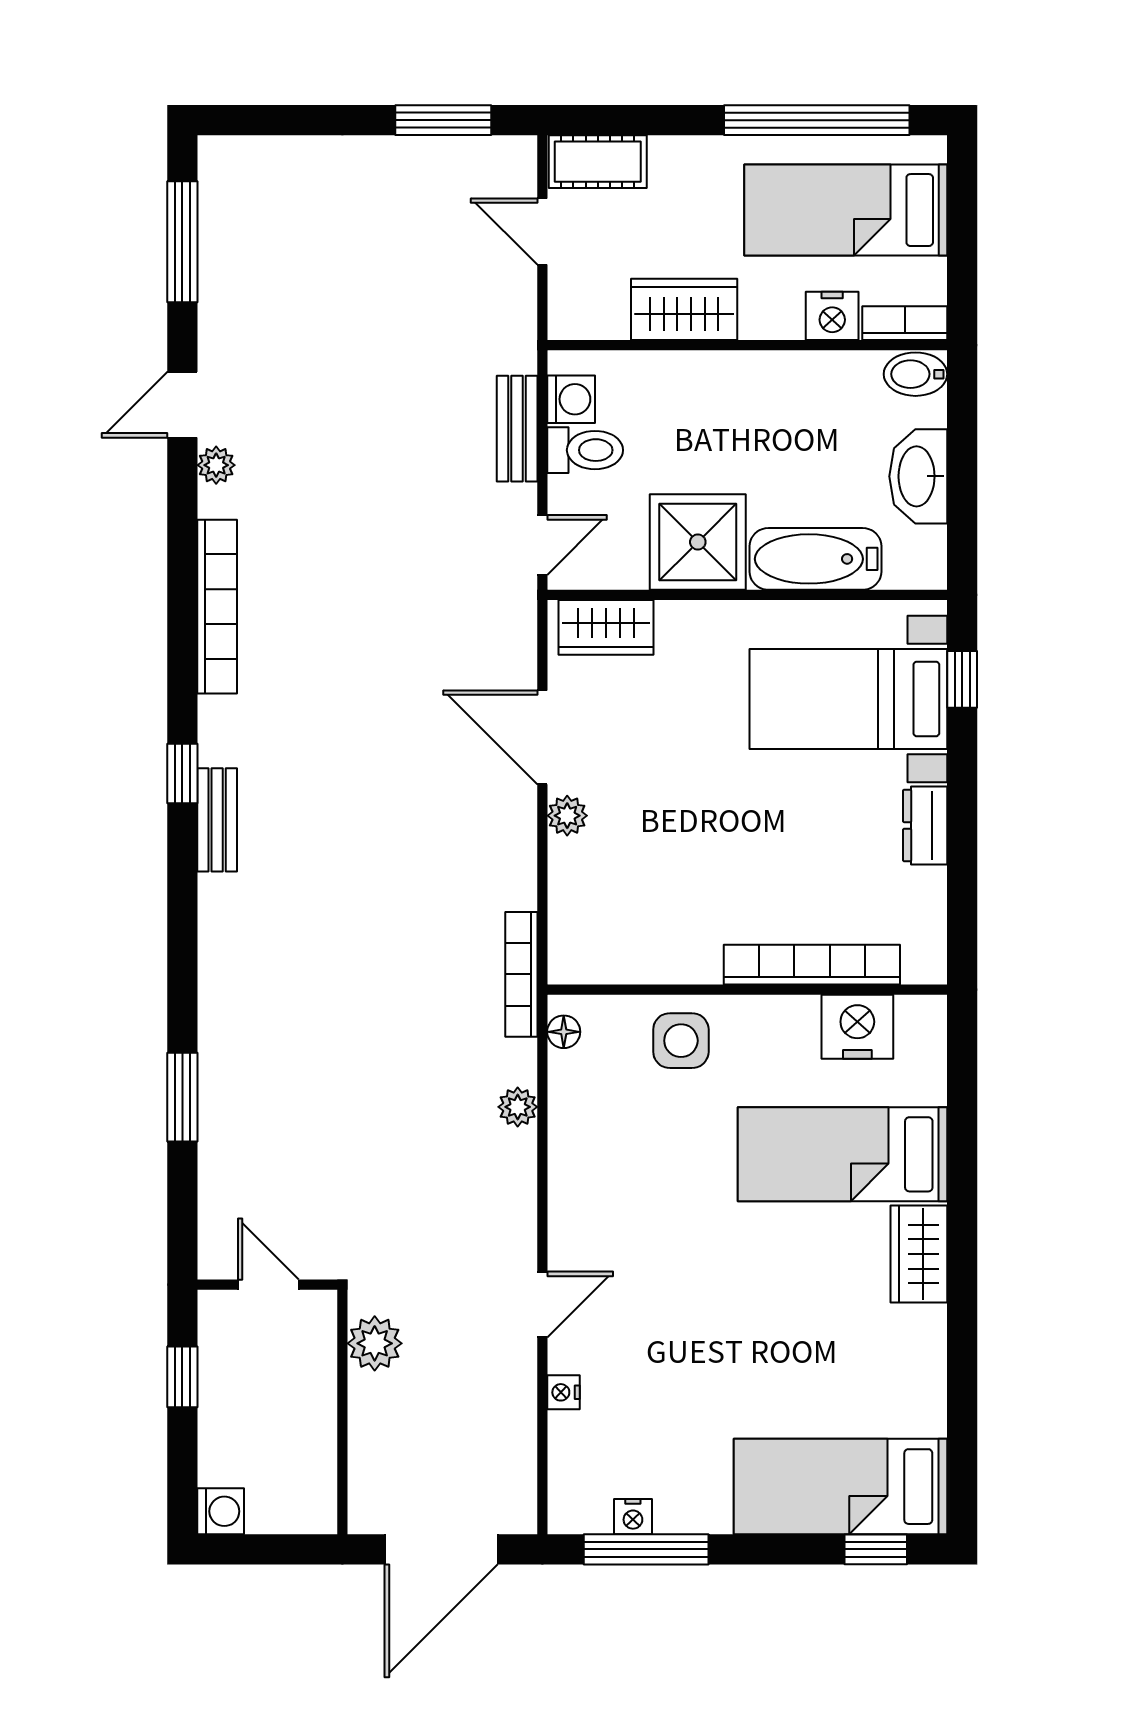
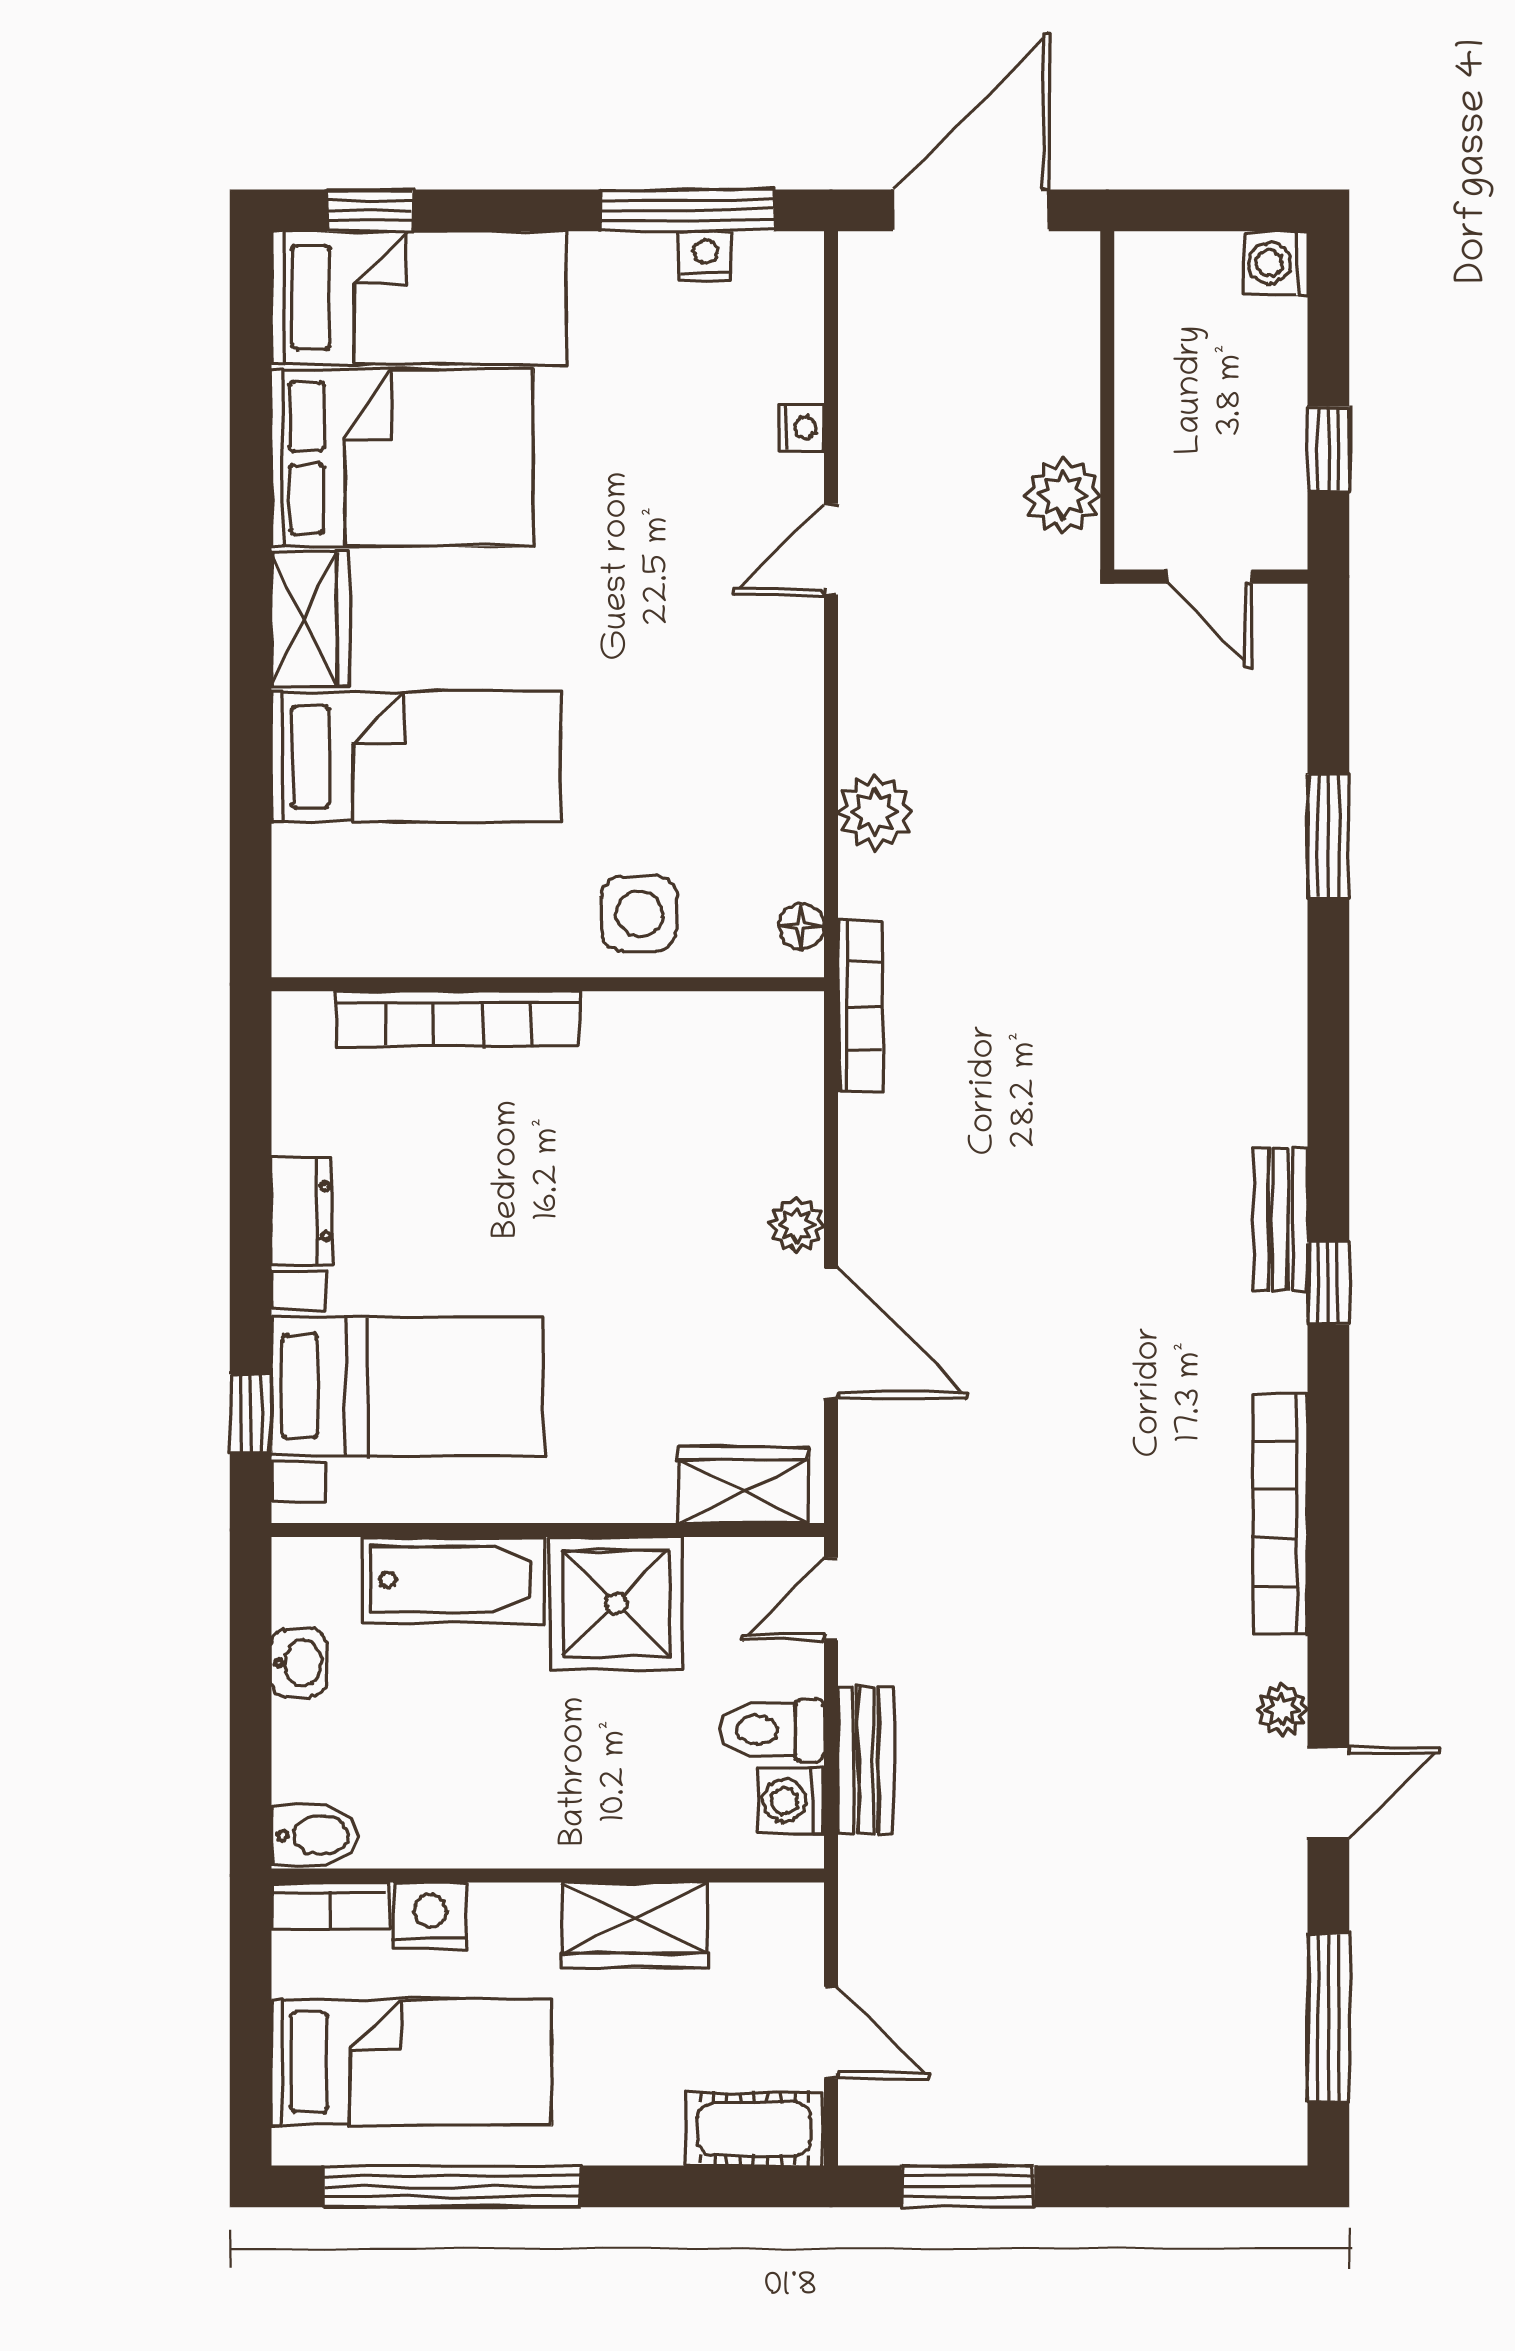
washbasin: (918, 476) -> (299, 1663), width x0.52, depth x0.69
nightstand: (857, 1027) -> (395, 933), removed
plant: (518, 1107) -> (875, 812), width x1.38, depth x1.38
bed: (852, 1371) -> (402, 458), added

